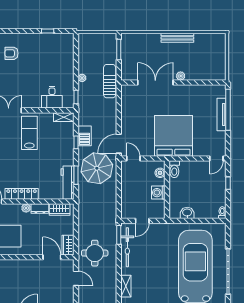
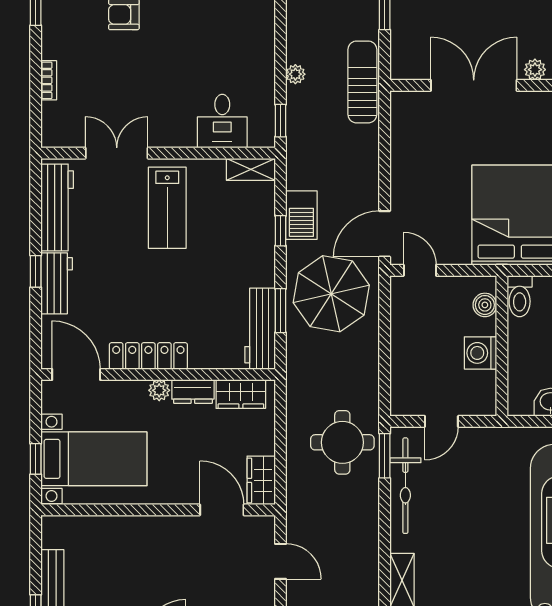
lab bench: (29, 133) -> (167, 208), turned 180
round table: (95, 253) -> (342, 442), moved

